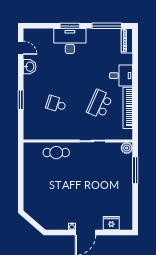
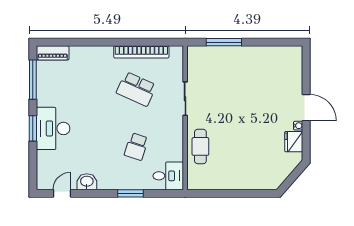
desk: (121, 76) -> (168, 176), moved, turned 90
plant: (127, 148) -> (194, 53), removed
fridge: (111, 223) -> (294, 142), moved

